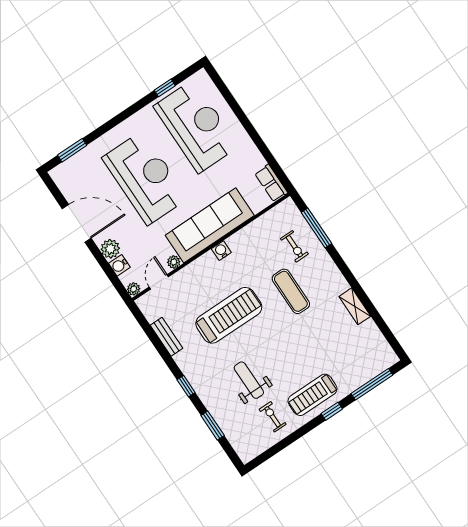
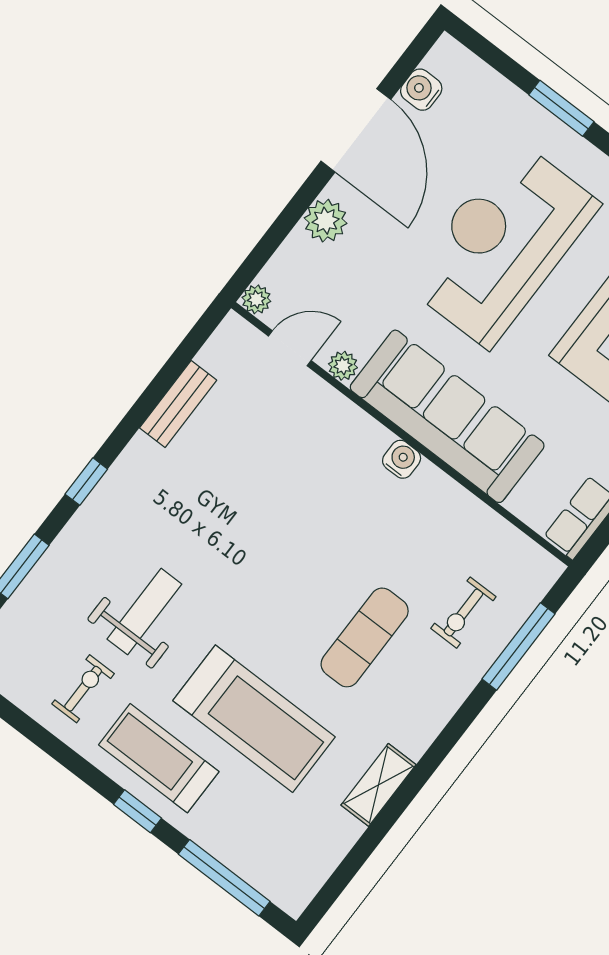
window: (72, 150) -> (561, 108), moved
reception desk: (145, 178) -> (502, 244), turned 180
water cooler: (119, 265) -> (421, 90), moved
treadmill: (229, 315) -> (254, 719), moved

